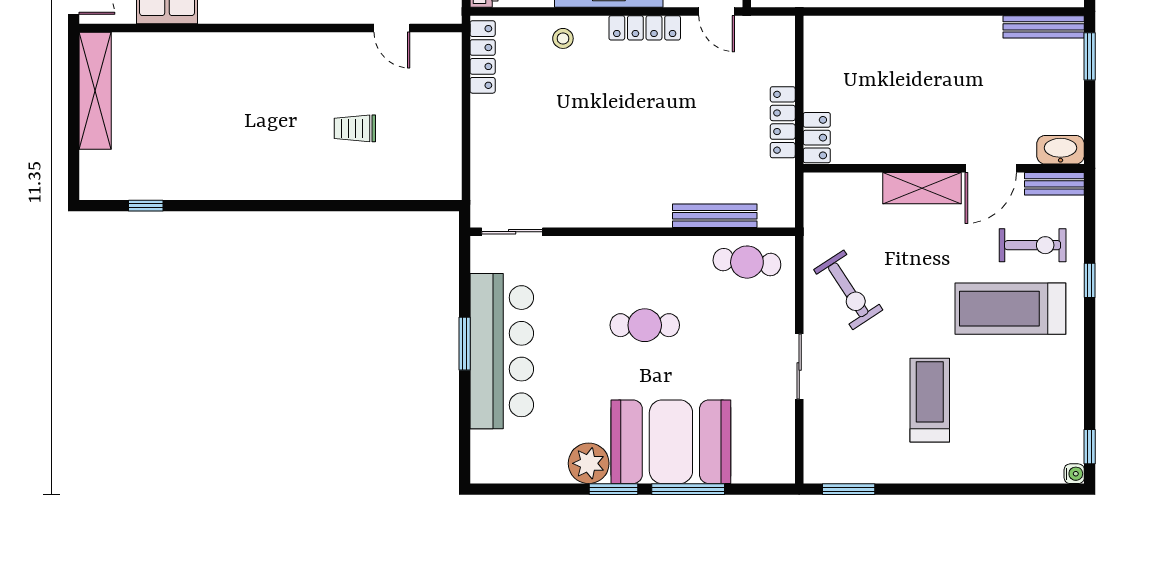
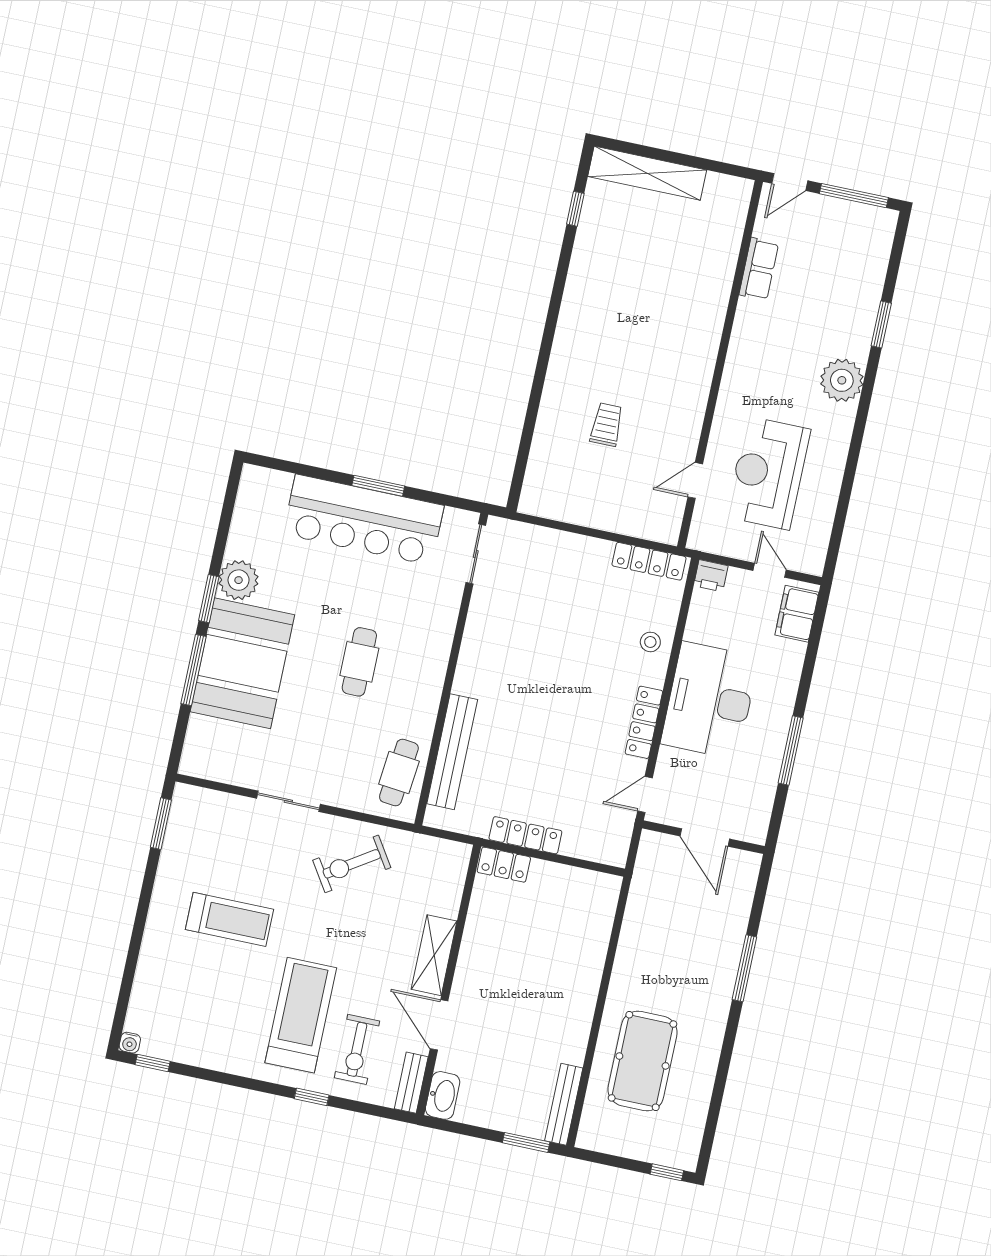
shelving: (95, 91) -> (647, 173), moved
bench: (715, 216) -> (452, 752), width x1.37, depth x1.21

